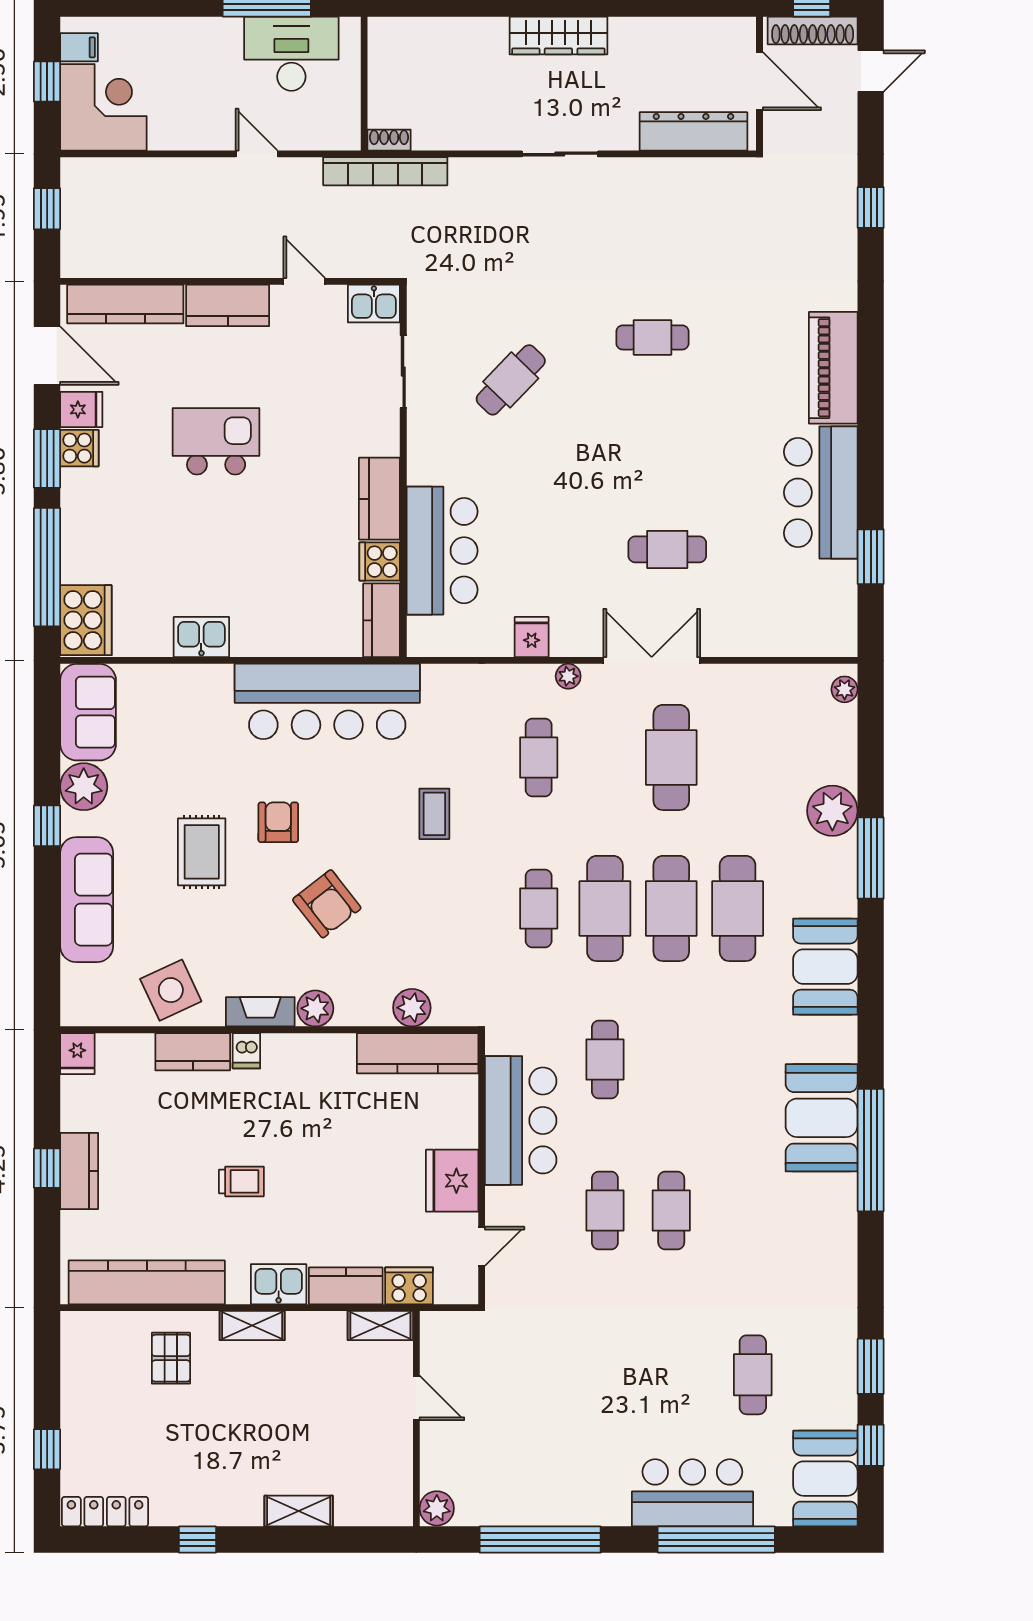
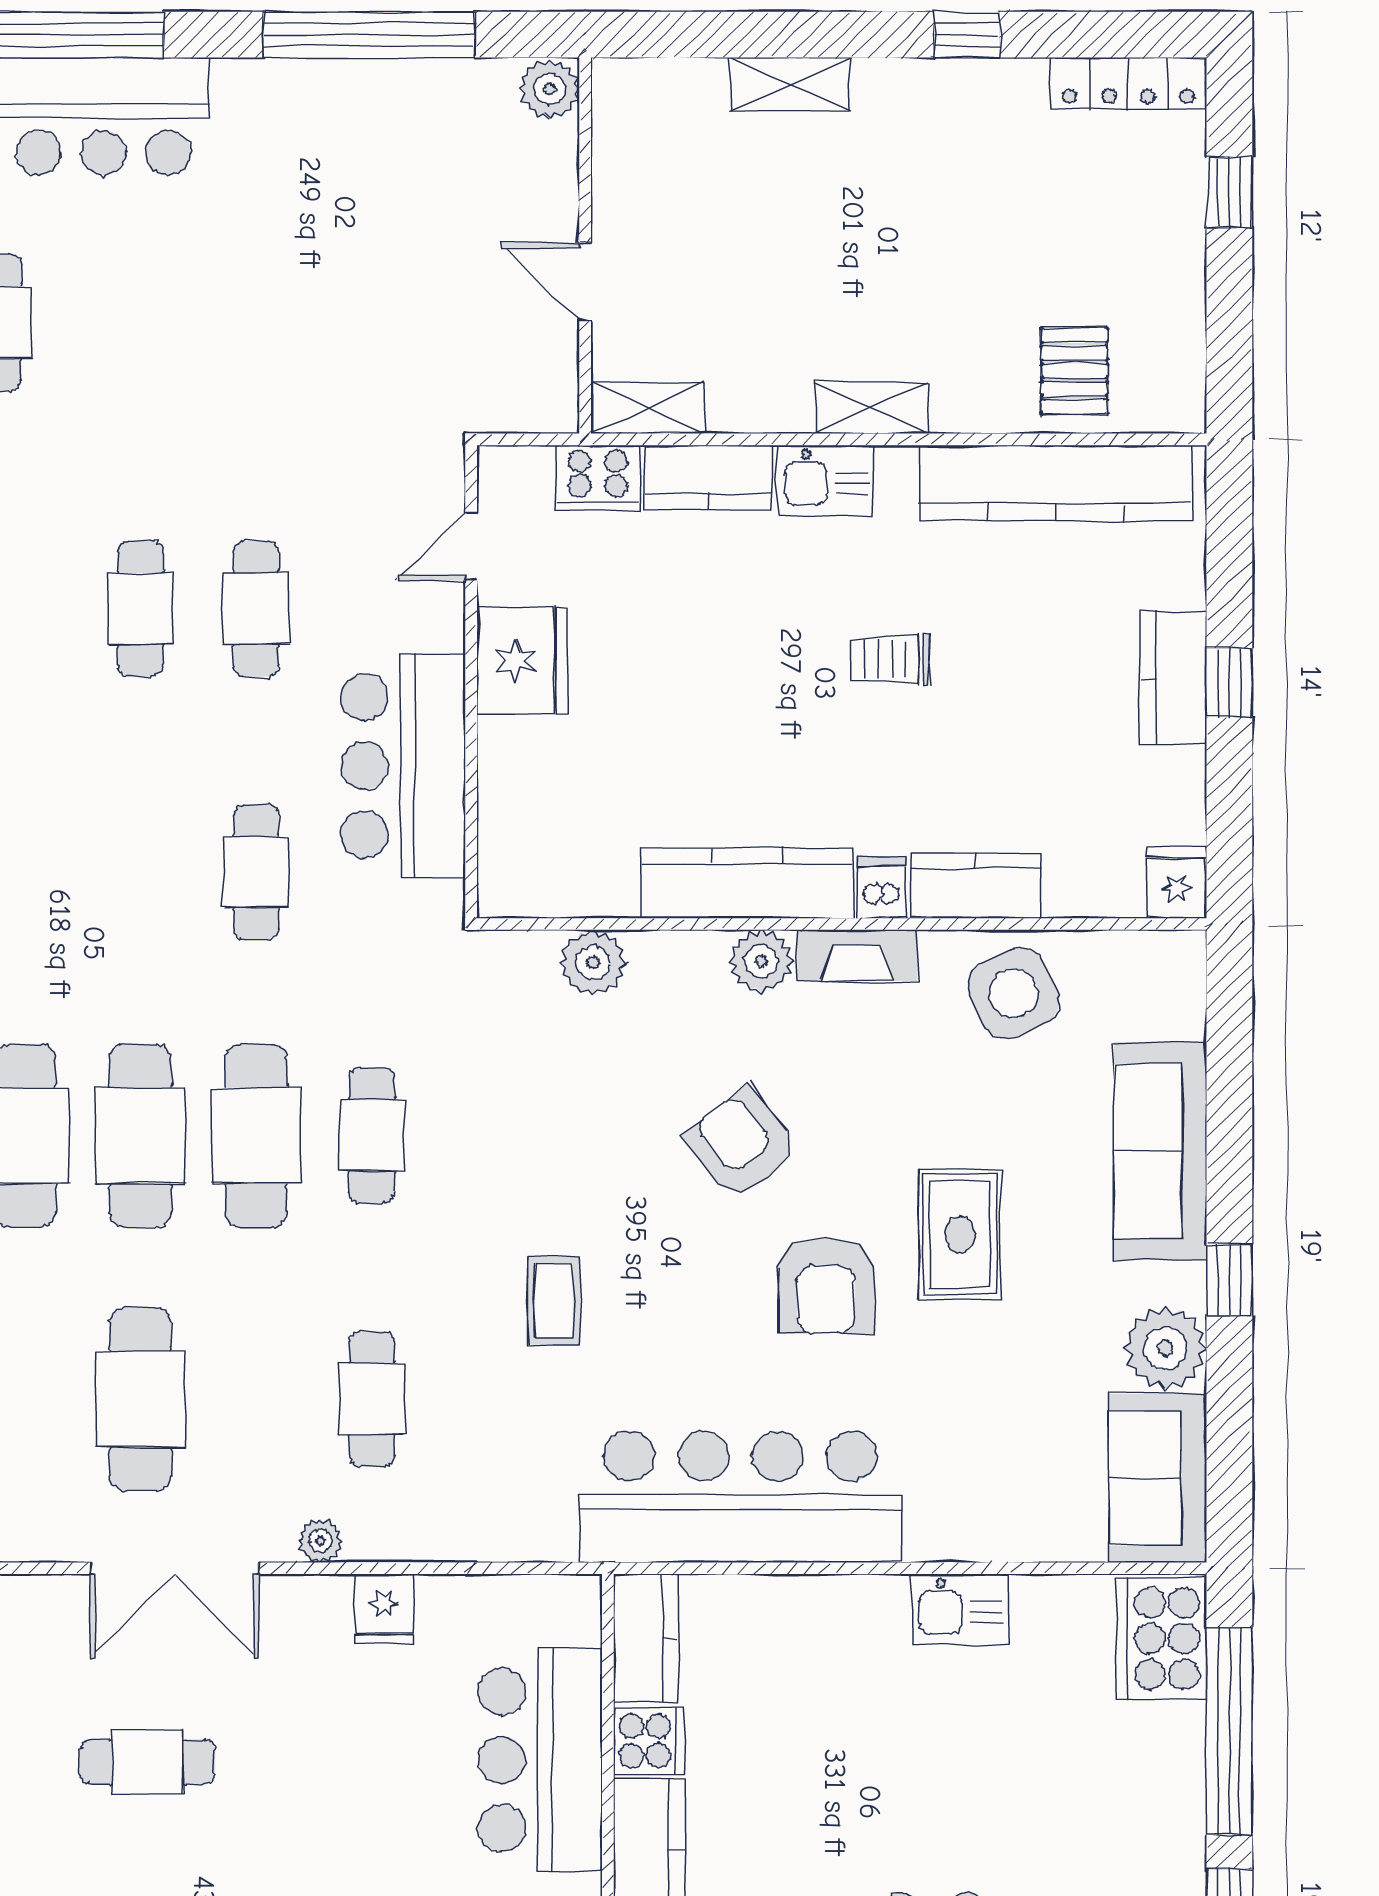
armchair: (278, 822) -> (826, 1286), width x1.38, depth x1.38
kitchen counter: (418, 1053) -> (747, 883), moved
pallet: (171, 1358) -> (1074, 371), moved

